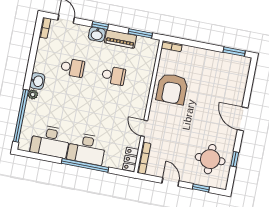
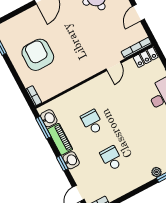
washbasin: (37, 81) -> (49, 118), moved, turned 90
armchair: (172, 89) -> (38, 55), moved, turned -90

